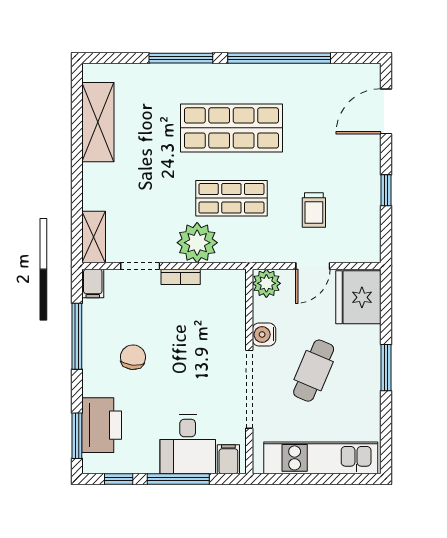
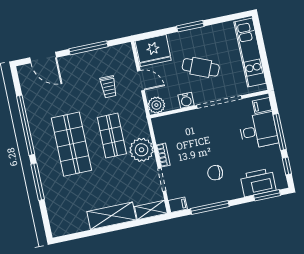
shelving: (98, 122) -> (112, 216), moved
window: (386, 190) -> (88, 48), width x2.17
trolley: (314, 210) -> (109, 87), turned 90

